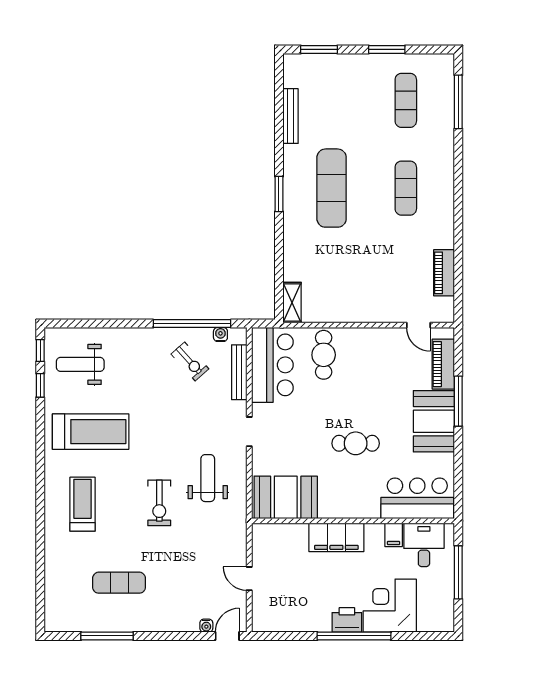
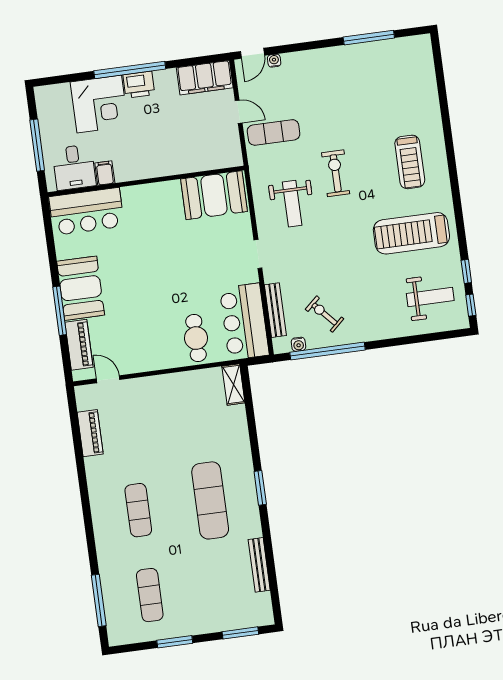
cafe table: (356, 443) -> (153, 257), removed
filing cabinet: (336, 537) -> (205, 78), moved, turned 180
exercise mat: (119, 583) -> (274, 132), moved

